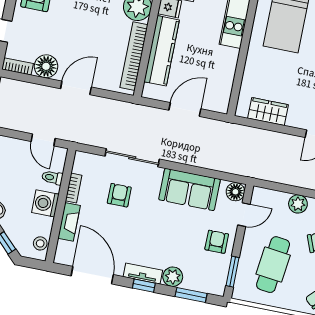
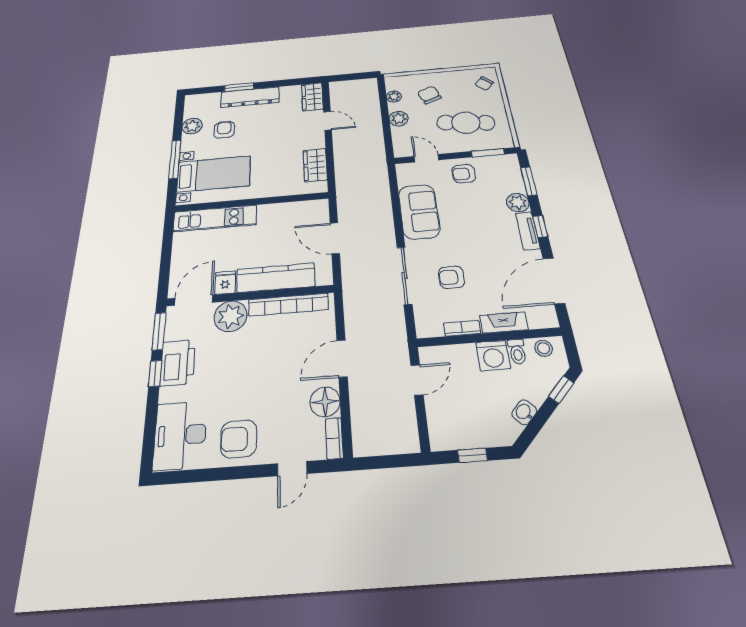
door: (76, 88) -> (342, 358), hinge flipped
toilet: (52, 178) -> (517, 352), moved
floor lamp: (235, 192) -> (406, 171), removed

